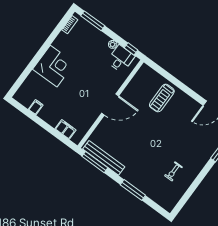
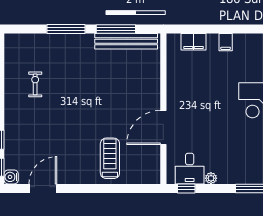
door: (110, 105) -> (163, 128), moved
filing cabinet: (36, 107) -> (226, 42), moved
window: (95, 162) -> (116, 29), moved

